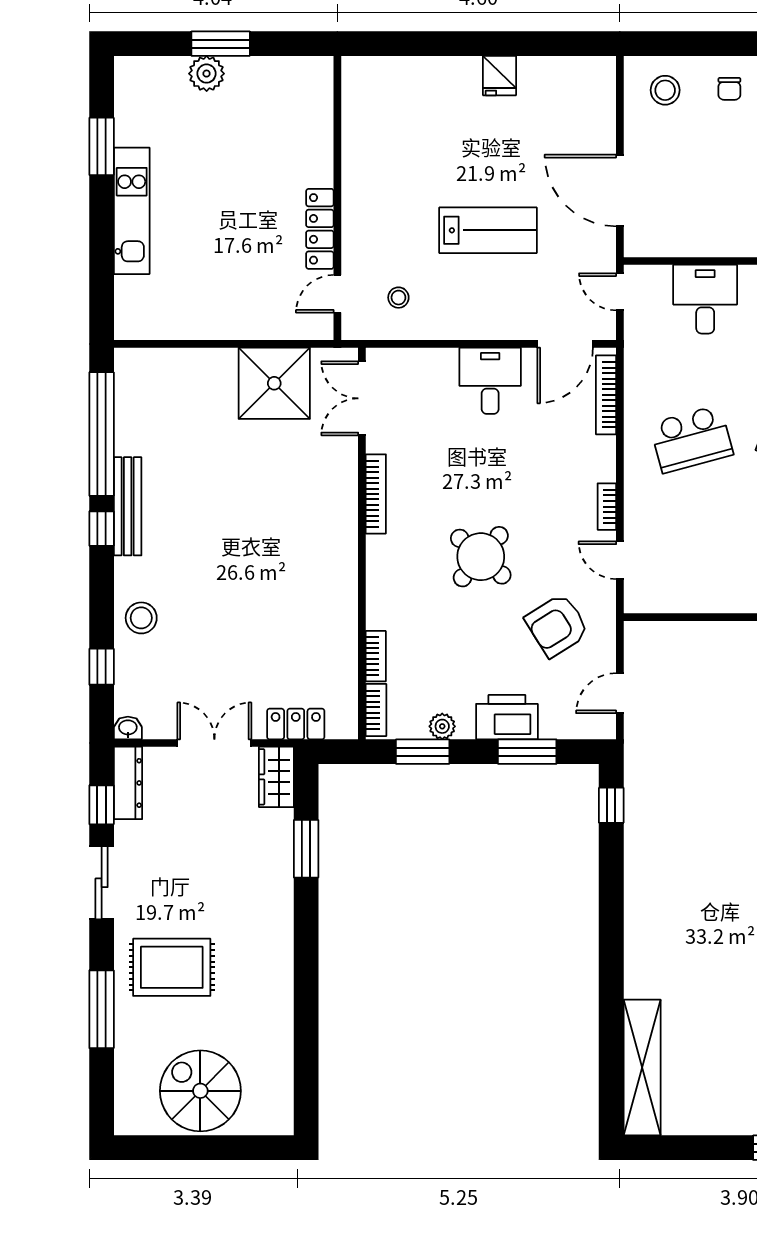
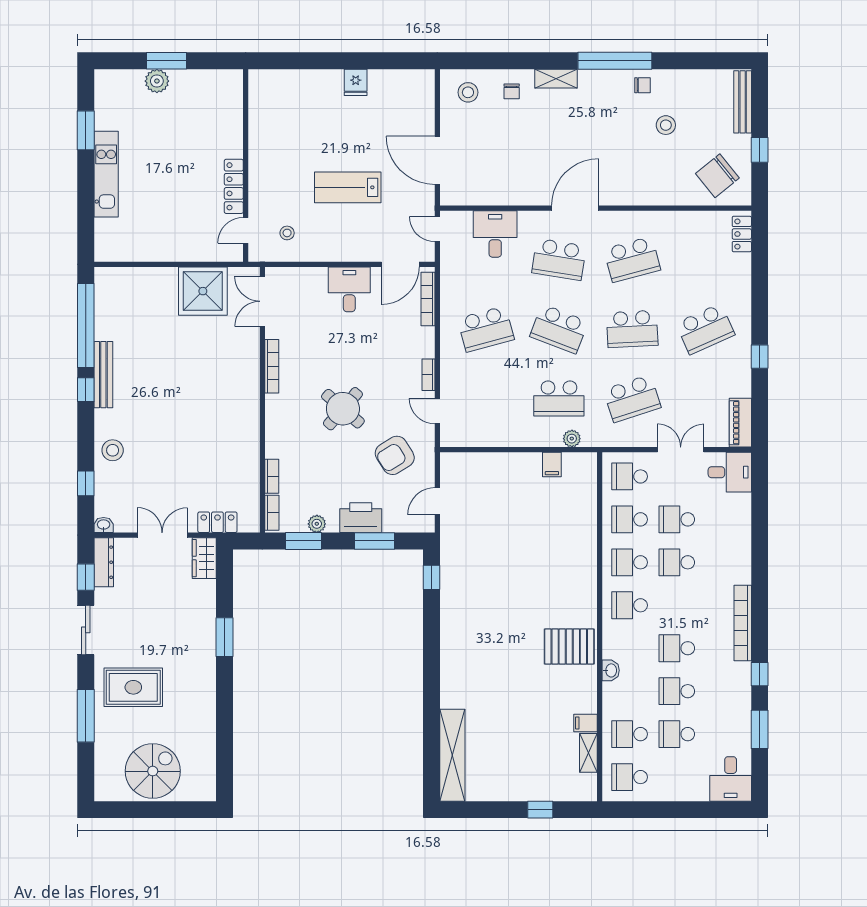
lab bench: (488, 230) -> (348, 187), turned 180
window: (306, 849) -> (224, 637), moved
spiral stairs: (200, 1091) -> (153, 771), turned 90

